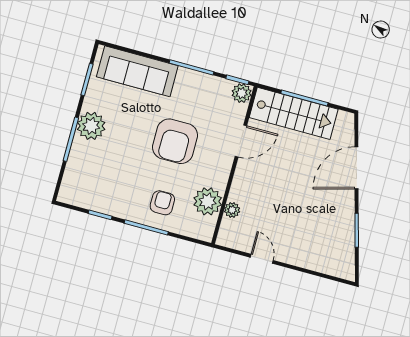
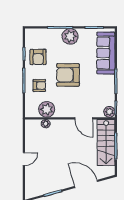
armchair: (175, 141) -> (68, 75), moved
armchair: (112, 192) -> (38, 57), added
door: (262, 259) -> (24, 159), moved

